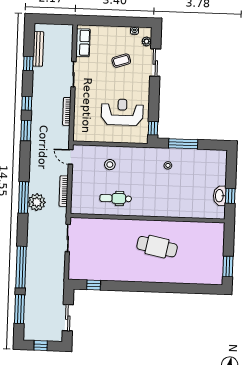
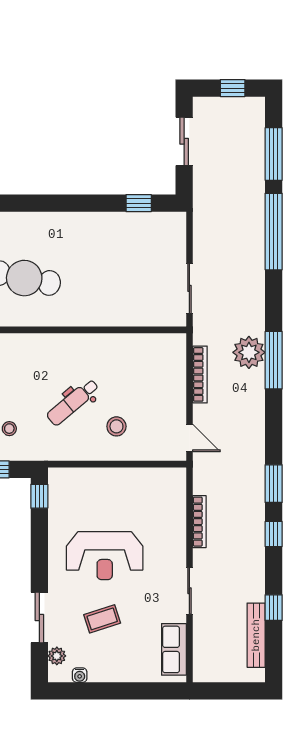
reception desk: (122, 112) -> (105, 556), moved
dental chair: (116, 198) -> (73, 402), moved, turned 140

